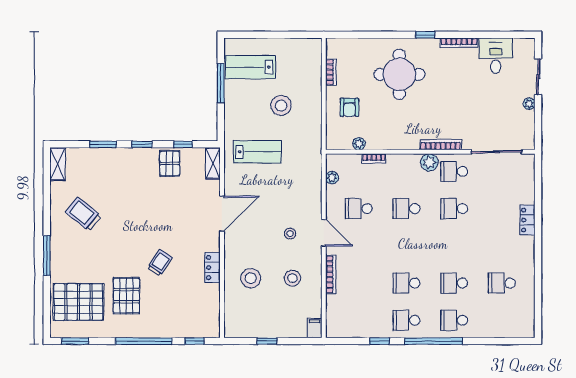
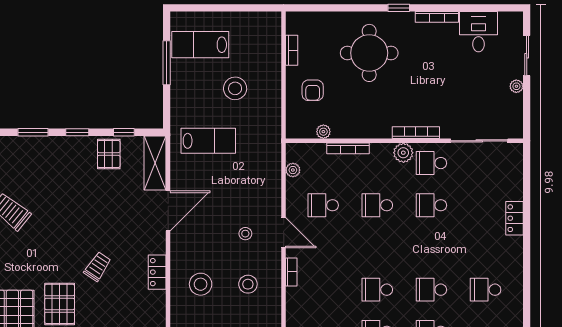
bookcase: (374, 158) -> (348, 148), width x1.56
shelving: (213, 163) -> (155, 163), width x1.50, depth x1.33
bookcase: (331, 274) -> (291, 272), width x0.64

